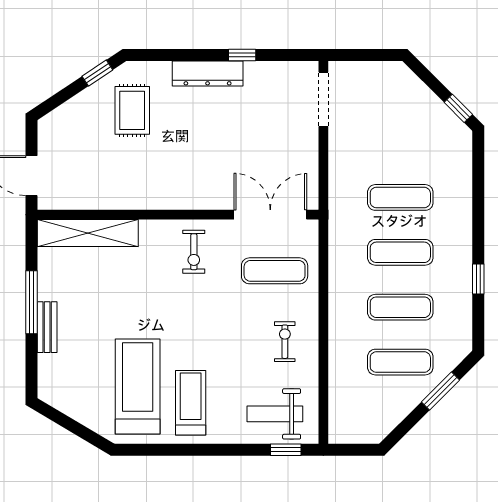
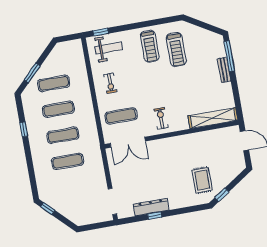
dresser: (208, 73) -> (151, 207), moved
window: (32, 302) -> (229, 56), moved
treadmill: (138, 386) -> (176, 49), width x0.73, depth x0.73

